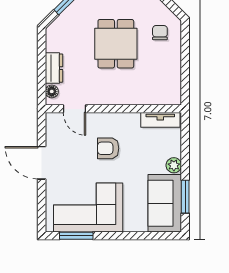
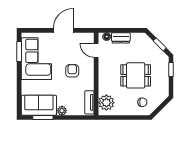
plant: (161, 92) -> (106, 103), added
door: (75, 109) -> (96, 50), hinge flipped

